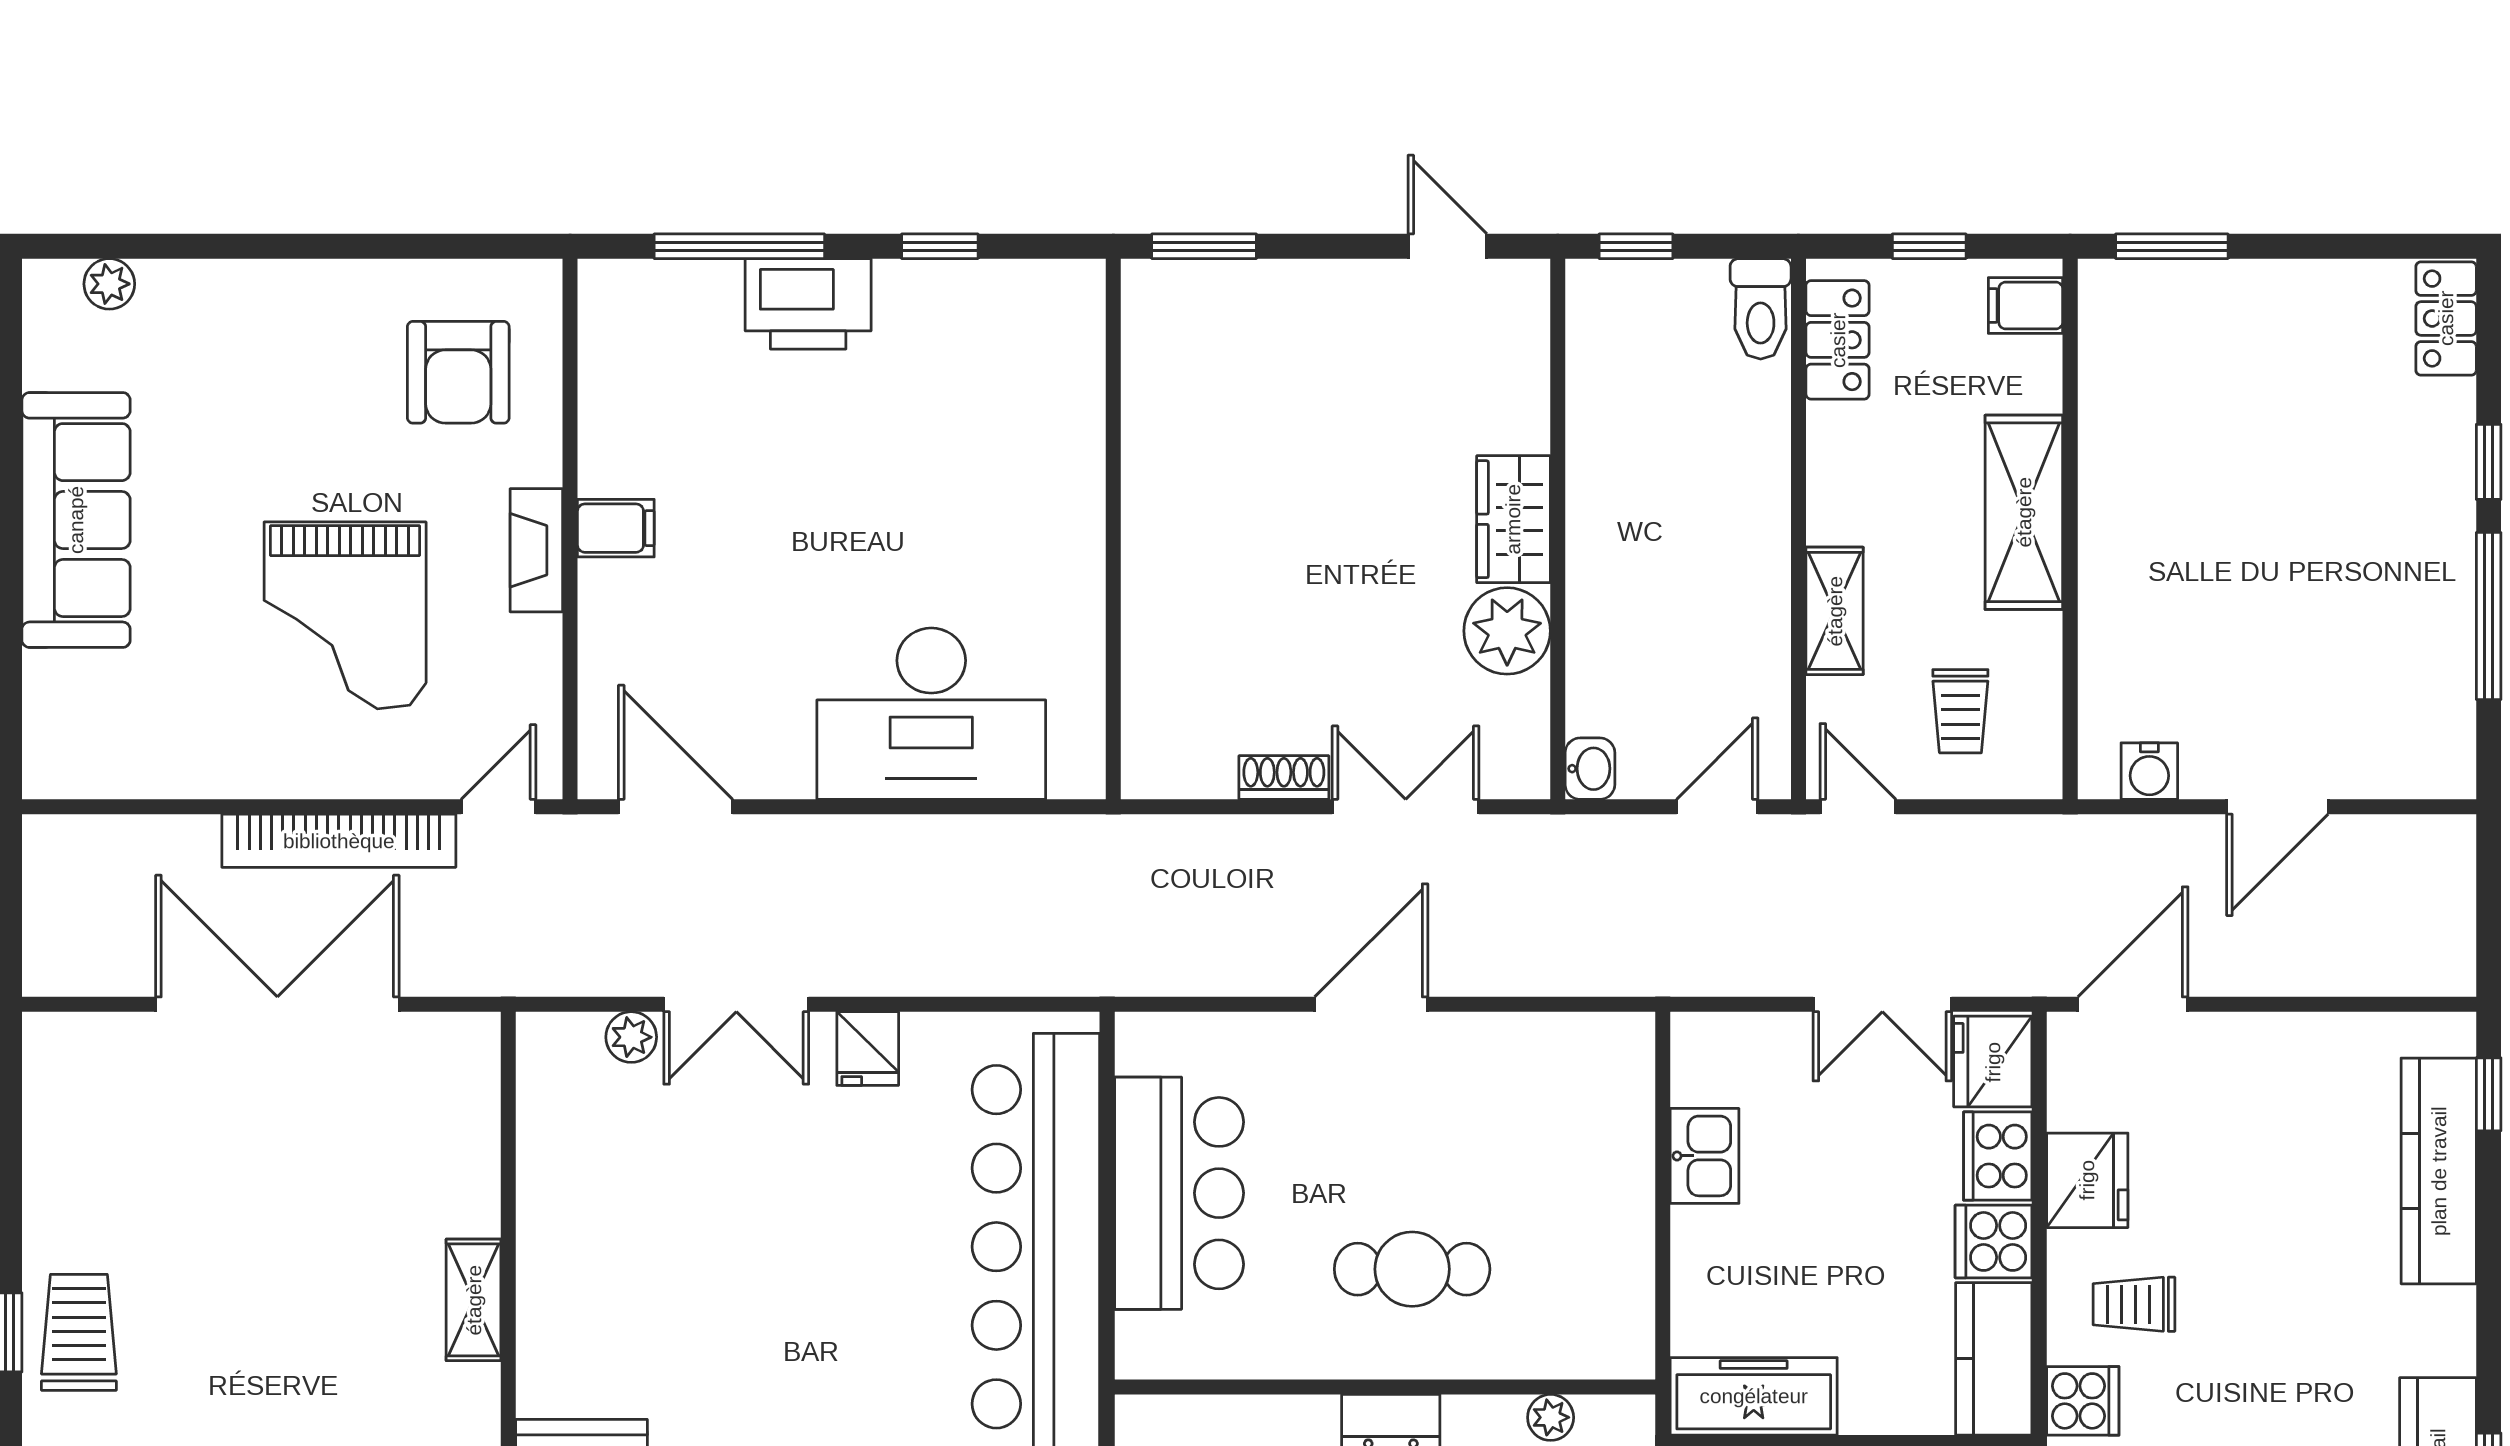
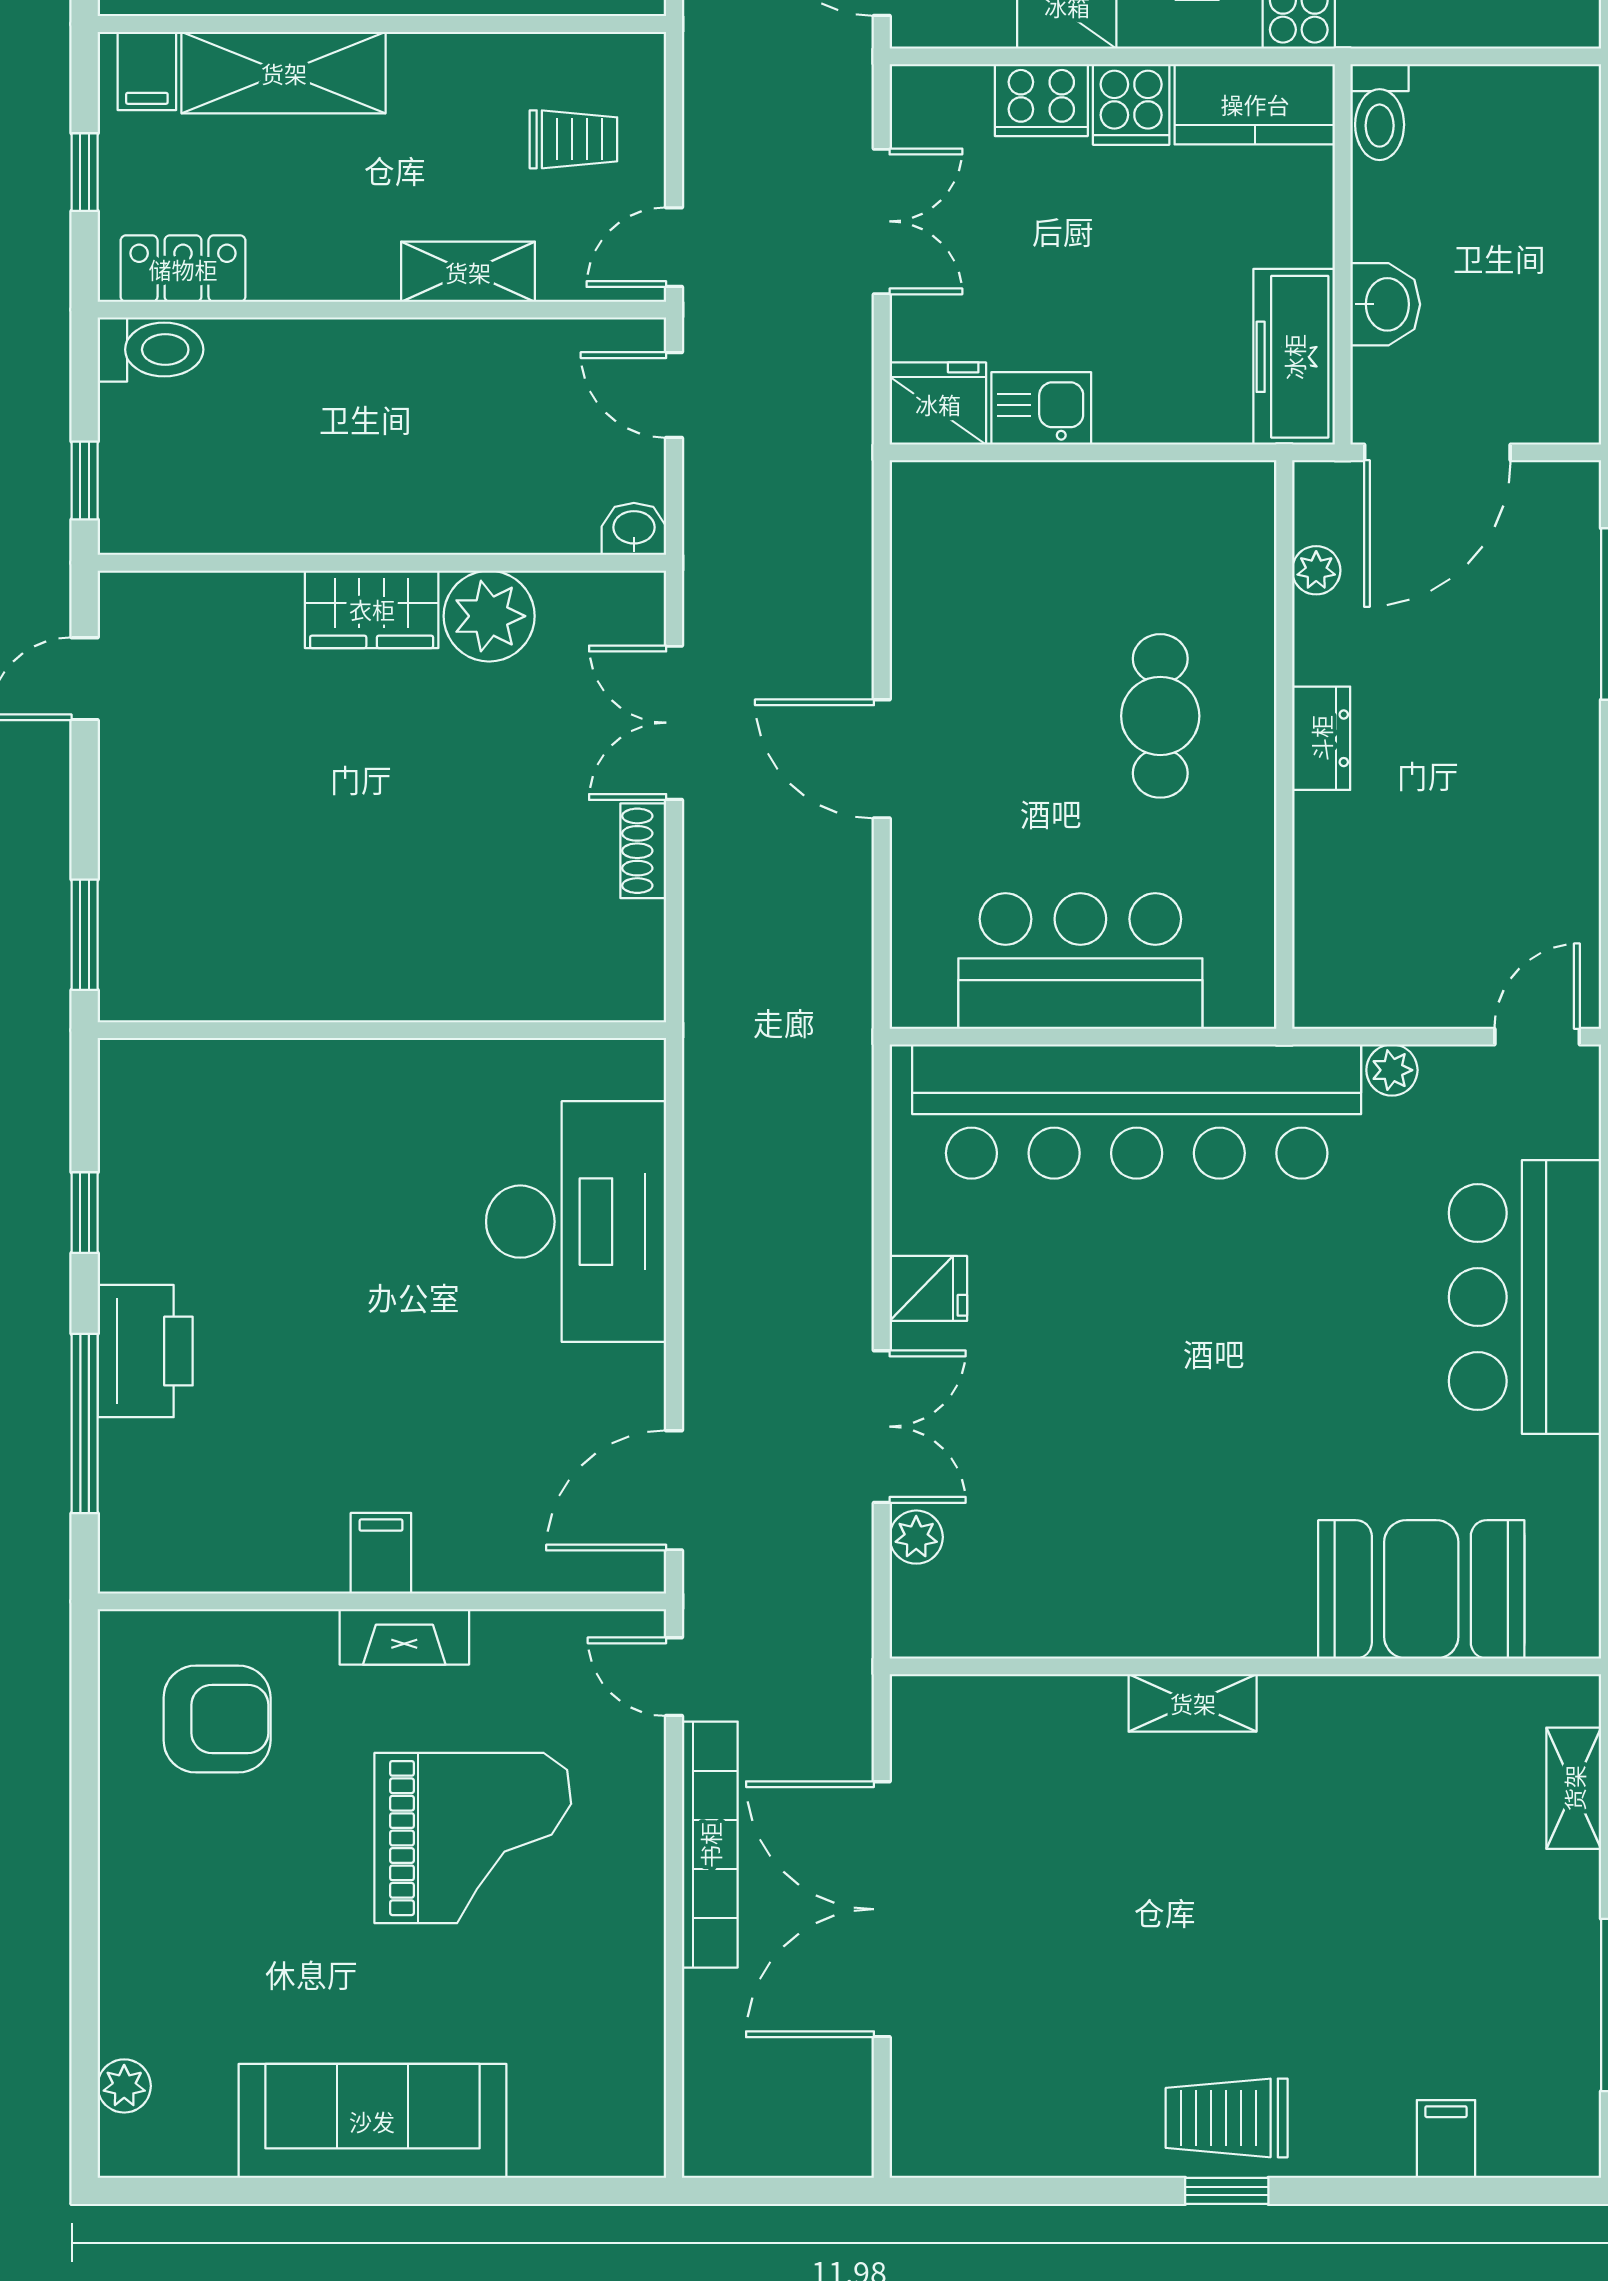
shelving: (2024, 512) -> (284, 73), moved
fridge: (1993, 1062) -> (938, 404), moved, turned 180

